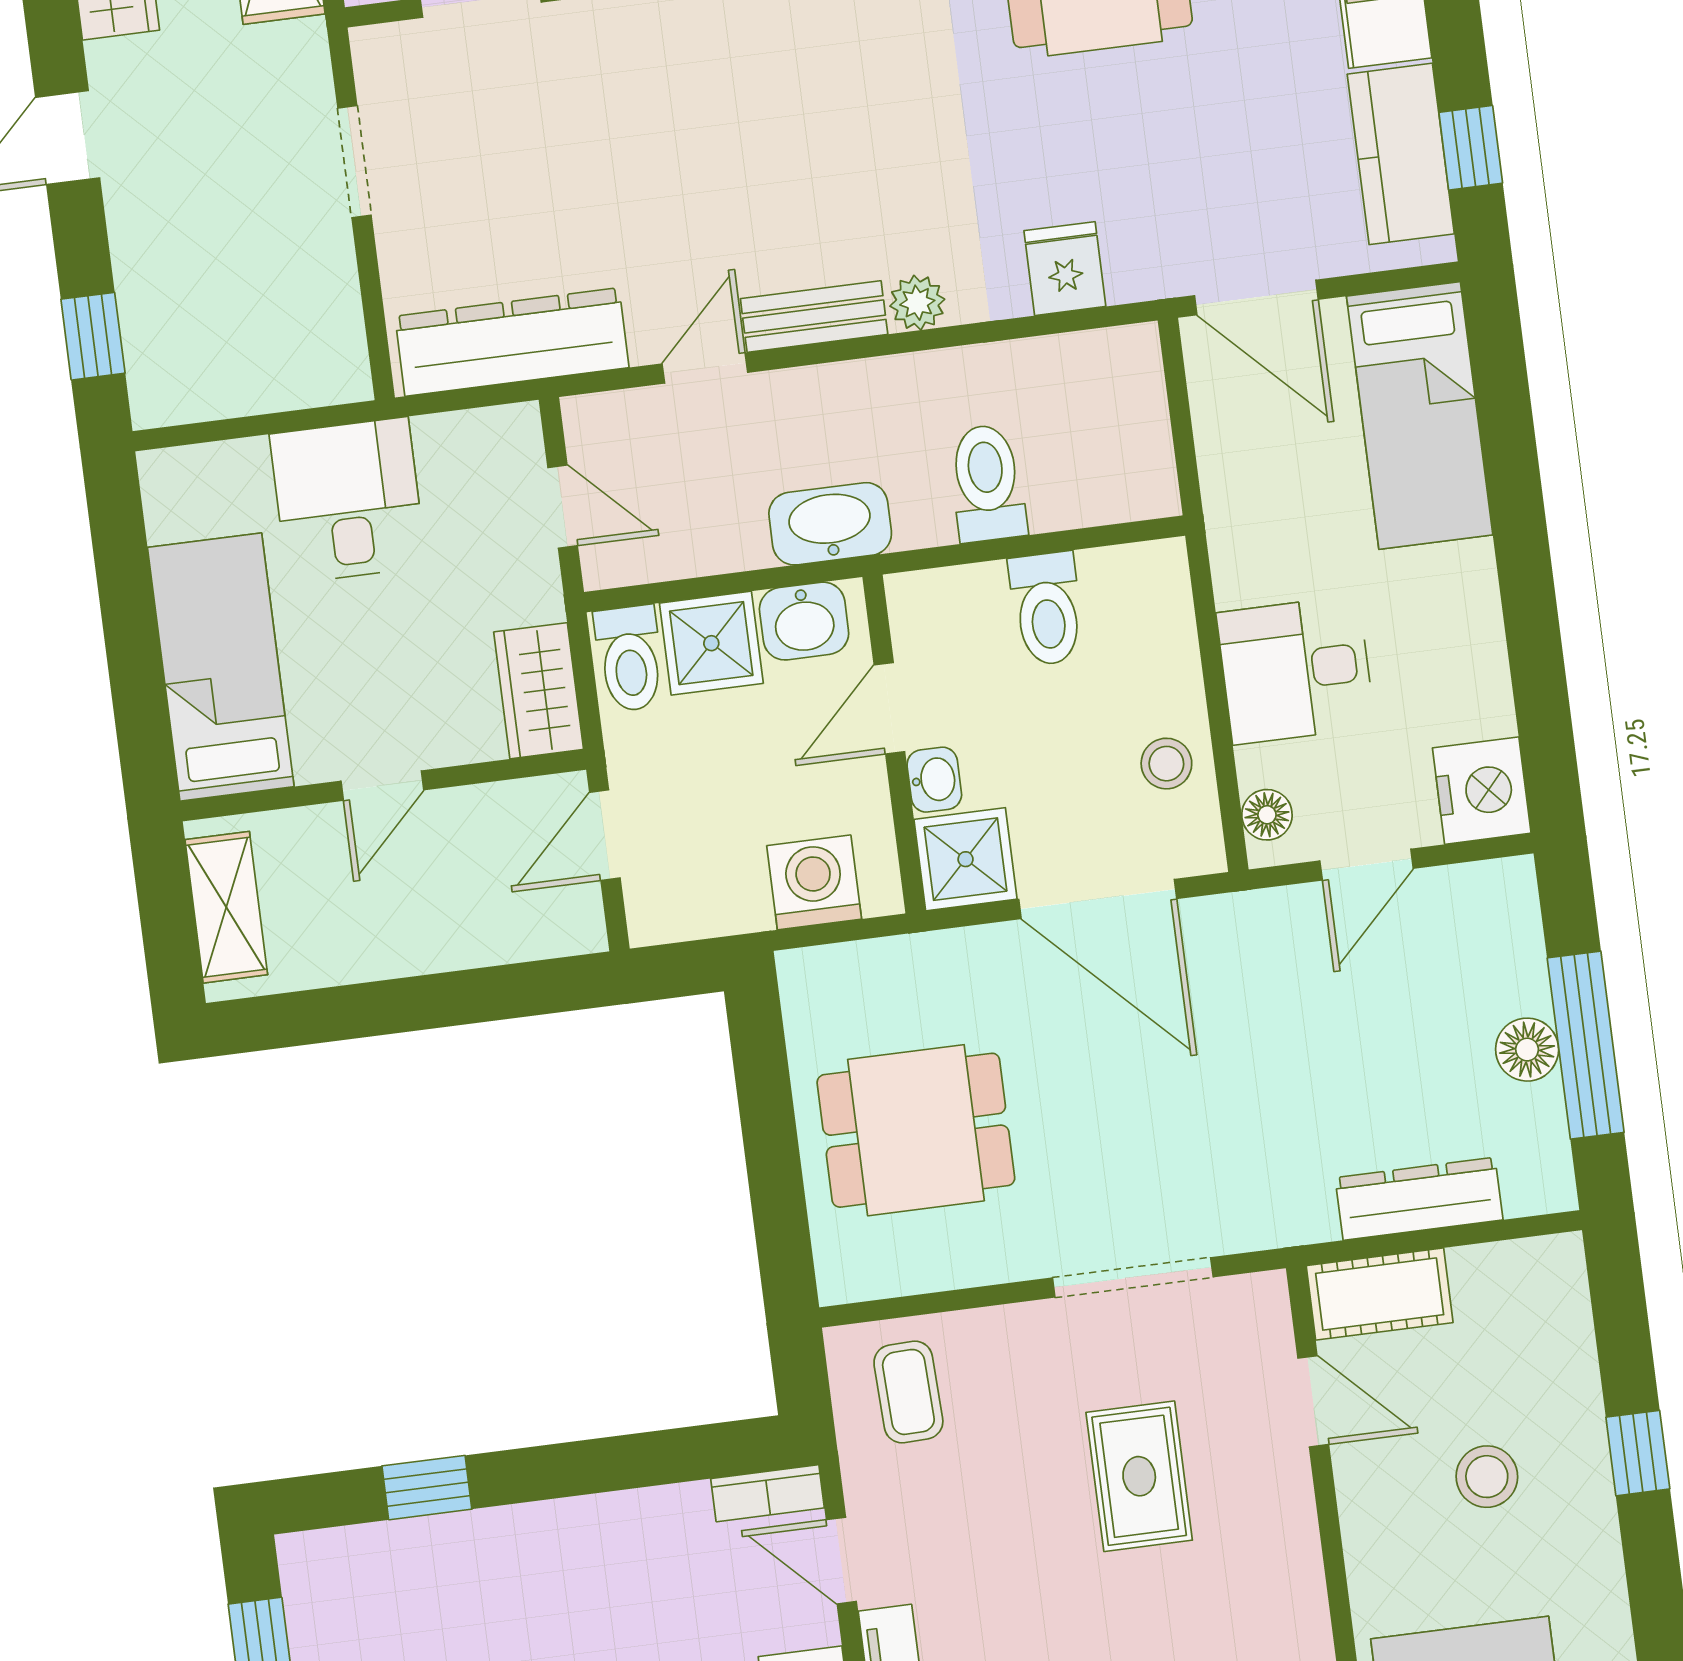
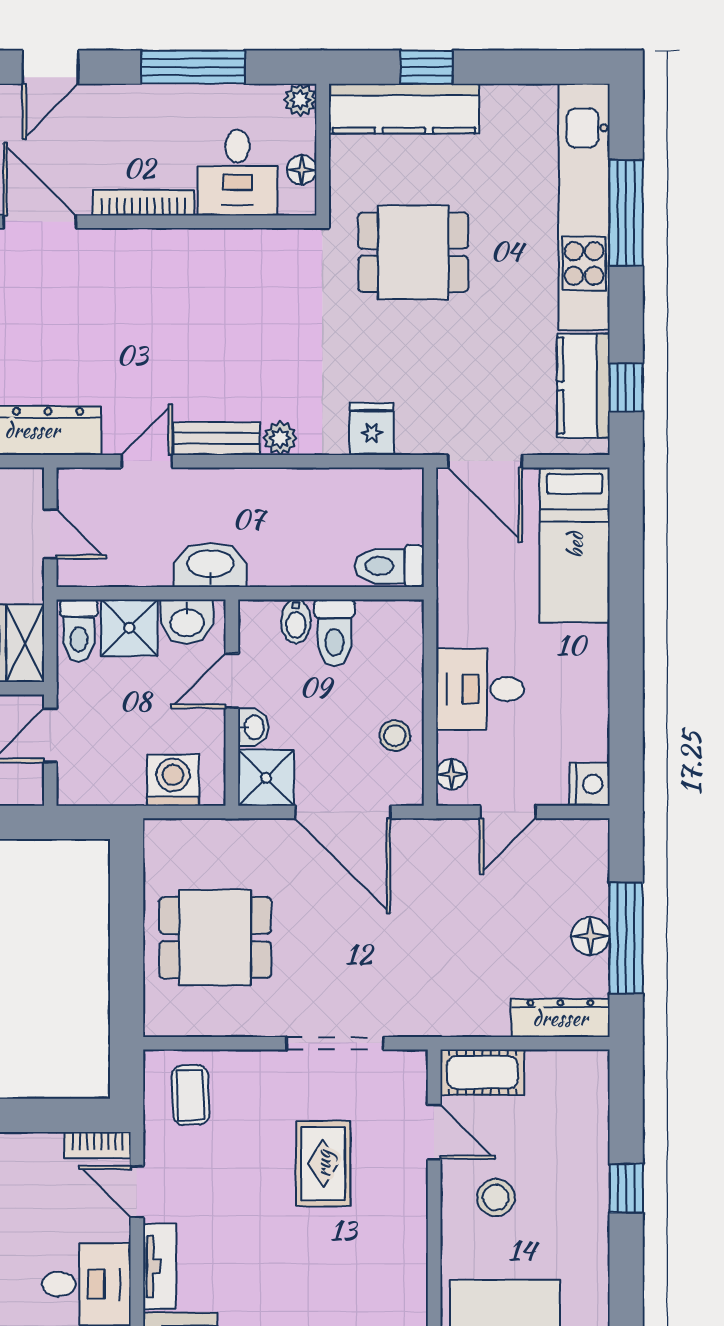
toilet: (987, 483) -> (389, 566), moved, turned -90
bidet: (982, 598) -> (296, 621), added
nightstand: (1482, 791) -> (590, 784), width x0.74, depth x0.75
dresser: (1419, 1199) -> (560, 1018), moved
stool: (1487, 1477) -> (496, 1197), moved

